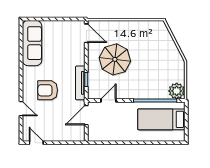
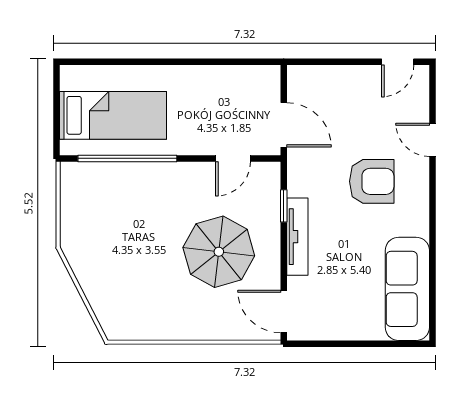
tv unit: (80, 83) -> (297, 237), moved
plant: (177, 91) -> (78, 180), removed
door: (86, 115) -> (284, 125), hinge flipped
door: (36, 143) -> (398, 62), hinge flipped

